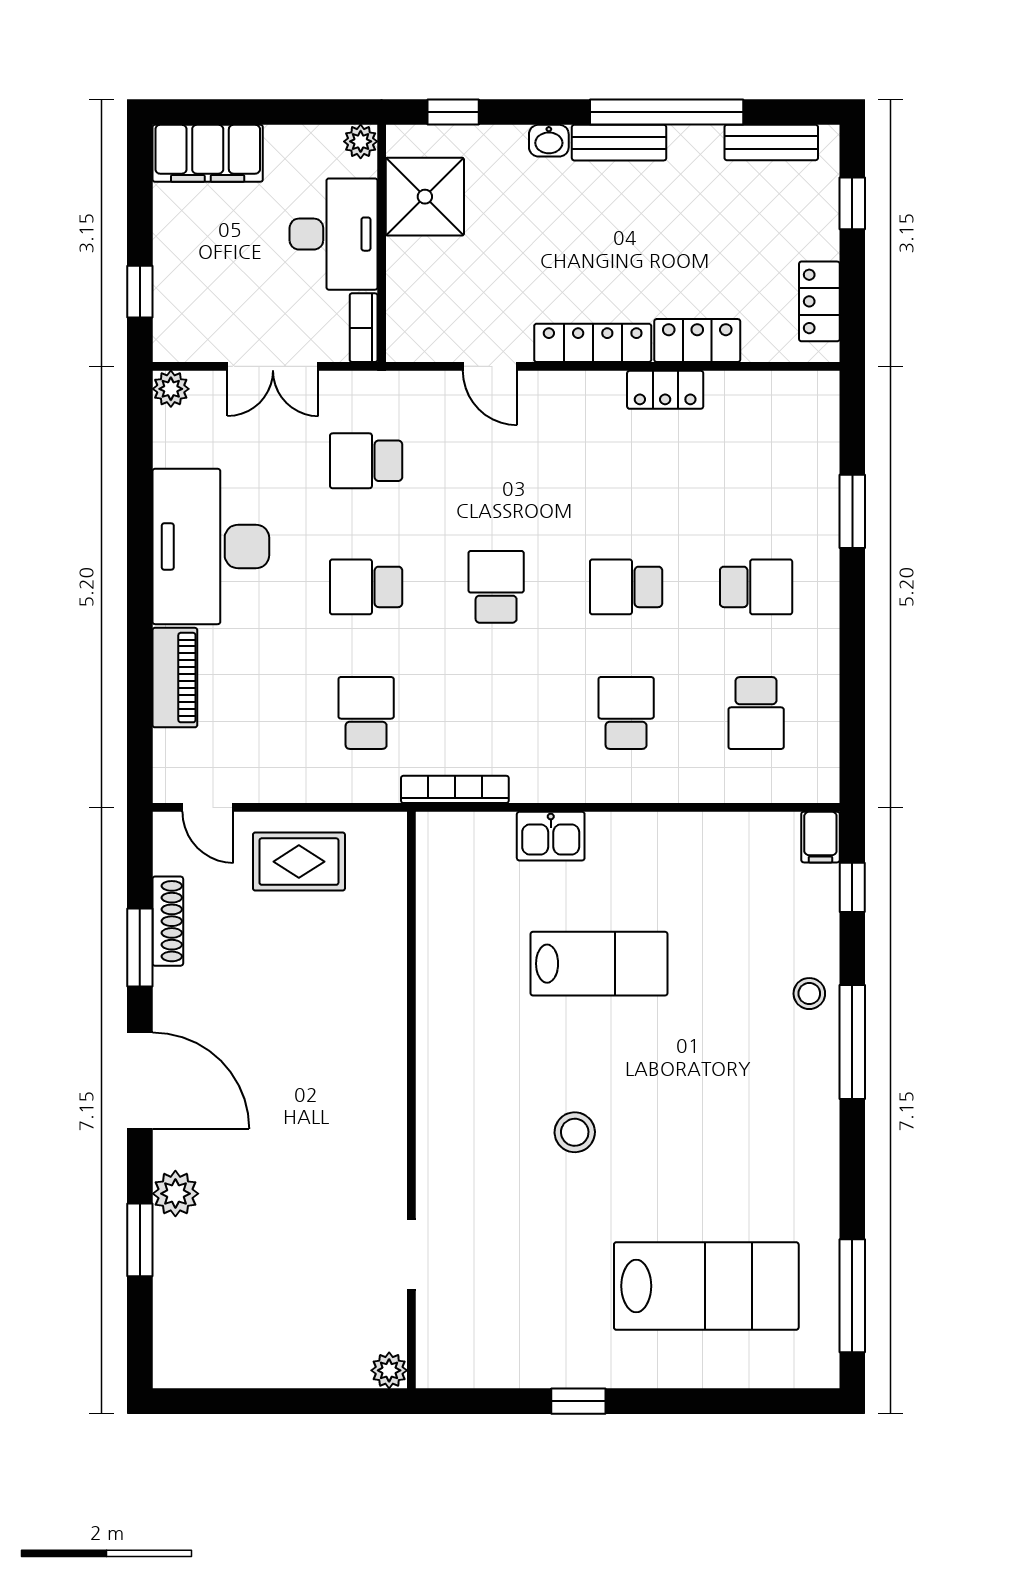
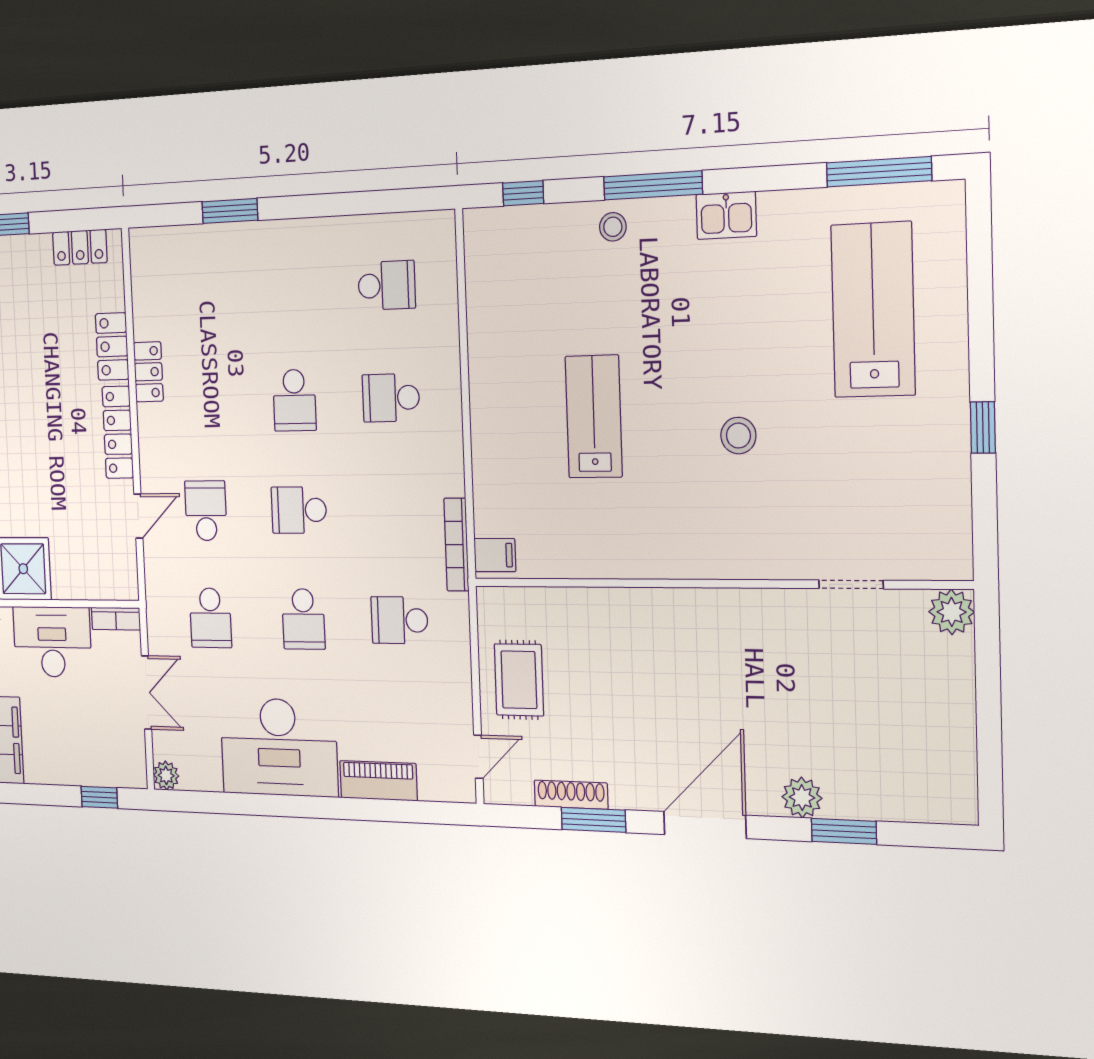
school desk: (756, 587) -> (206, 511), moved
kitchen sink: (551, 836) -> (726, 215), moved, turned 90
filing cabinet: (820, 837) -> (495, 555), moved
plant: (389, 1370) -> (952, 612), width x1.38, depth x1.38

